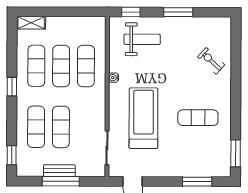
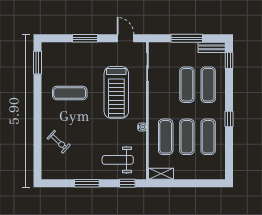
shelving: (31, 23) -> (161, 174), moved
bench: (59, 171) -> (212, 47), moved
window: (197, 182) -> (85, 38), moved

